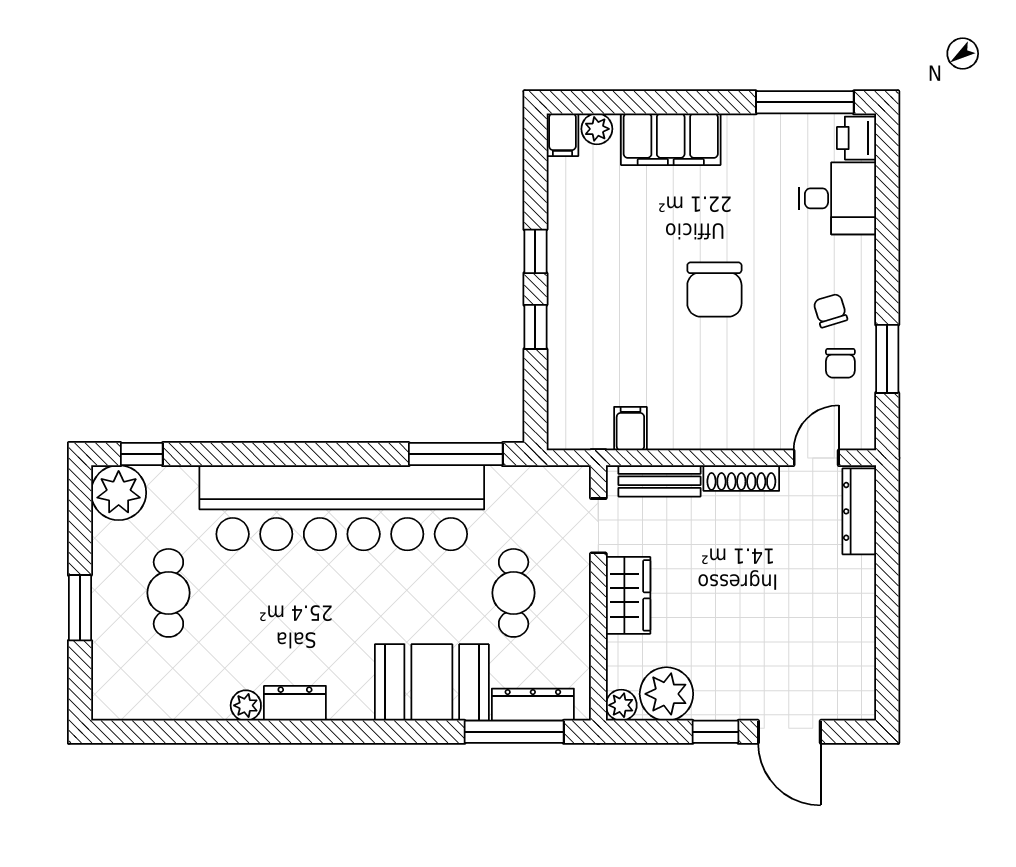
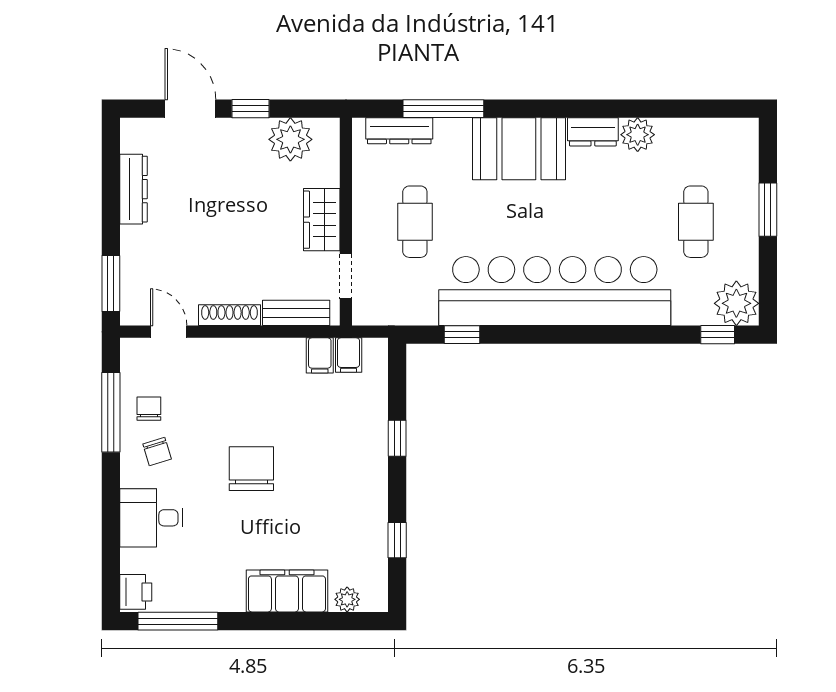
filing cabinet: (562, 135) -> (349, 355), moved, turned 180
desk: (837, 198) -> (151, 518), moved
window: (535, 251) -> (397, 540), moved
window: (887, 359) -> (111, 412), width x1.44
window: (456, 454) -> (462, 335), width x0.46
door: (816, 458) -> (169, 332), swing flipped
dresser: (859, 511) -> (134, 189), moved
window: (887, 517) -> (111, 284), added
booth: (432, 682) -> (519, 149), moved
plant: (246, 705) -> (638, 135), width x1.38, depth x1.38
plant: (621, 705) -> (327, 130), removed
window: (514, 732) -> (443, 109), moved

